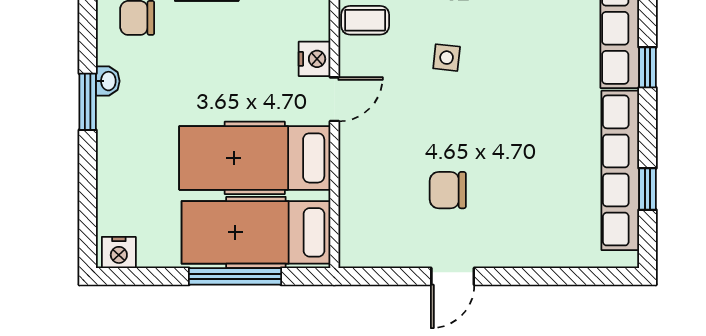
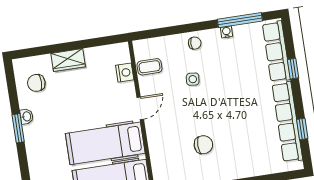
nightstand: (314, 59) -> (125, 73), moved
chair: (448, 190) -> (203, 145), turned 180

